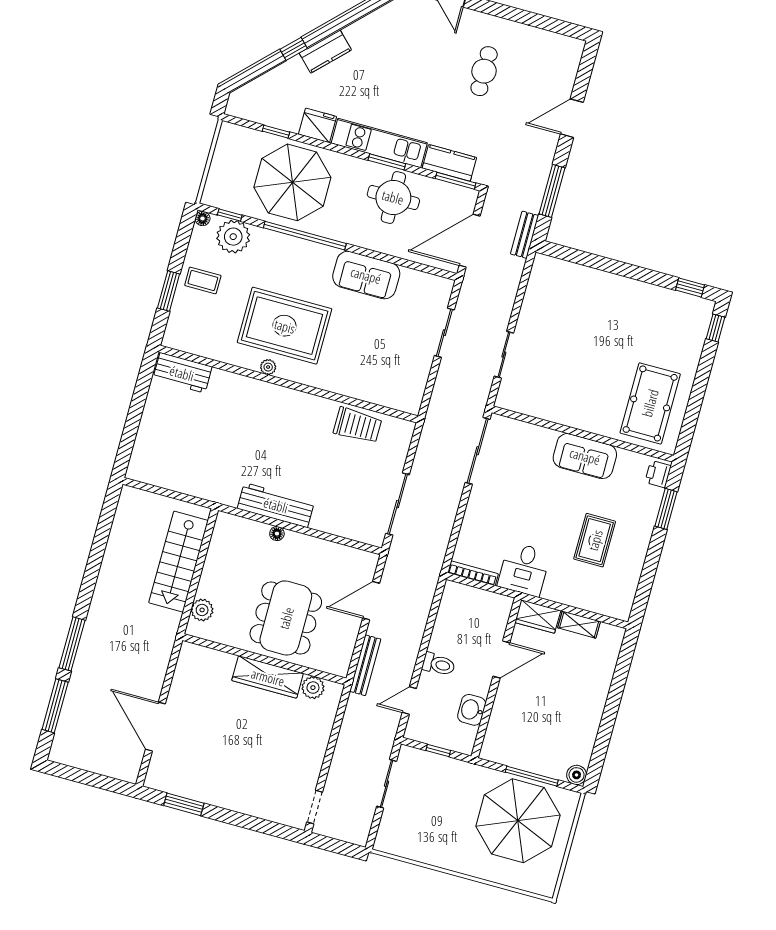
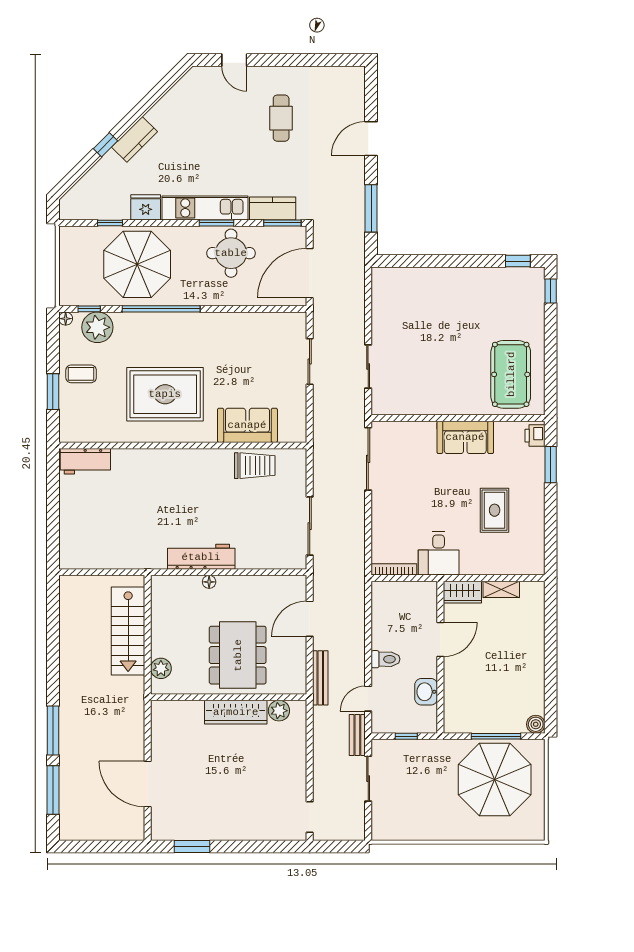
bench: (525, 235) -> (357, 735), moved
sofa: (366, 275) -> (247, 425), moved, turned 180
plant: (268, 367) -> (161, 435), removed

